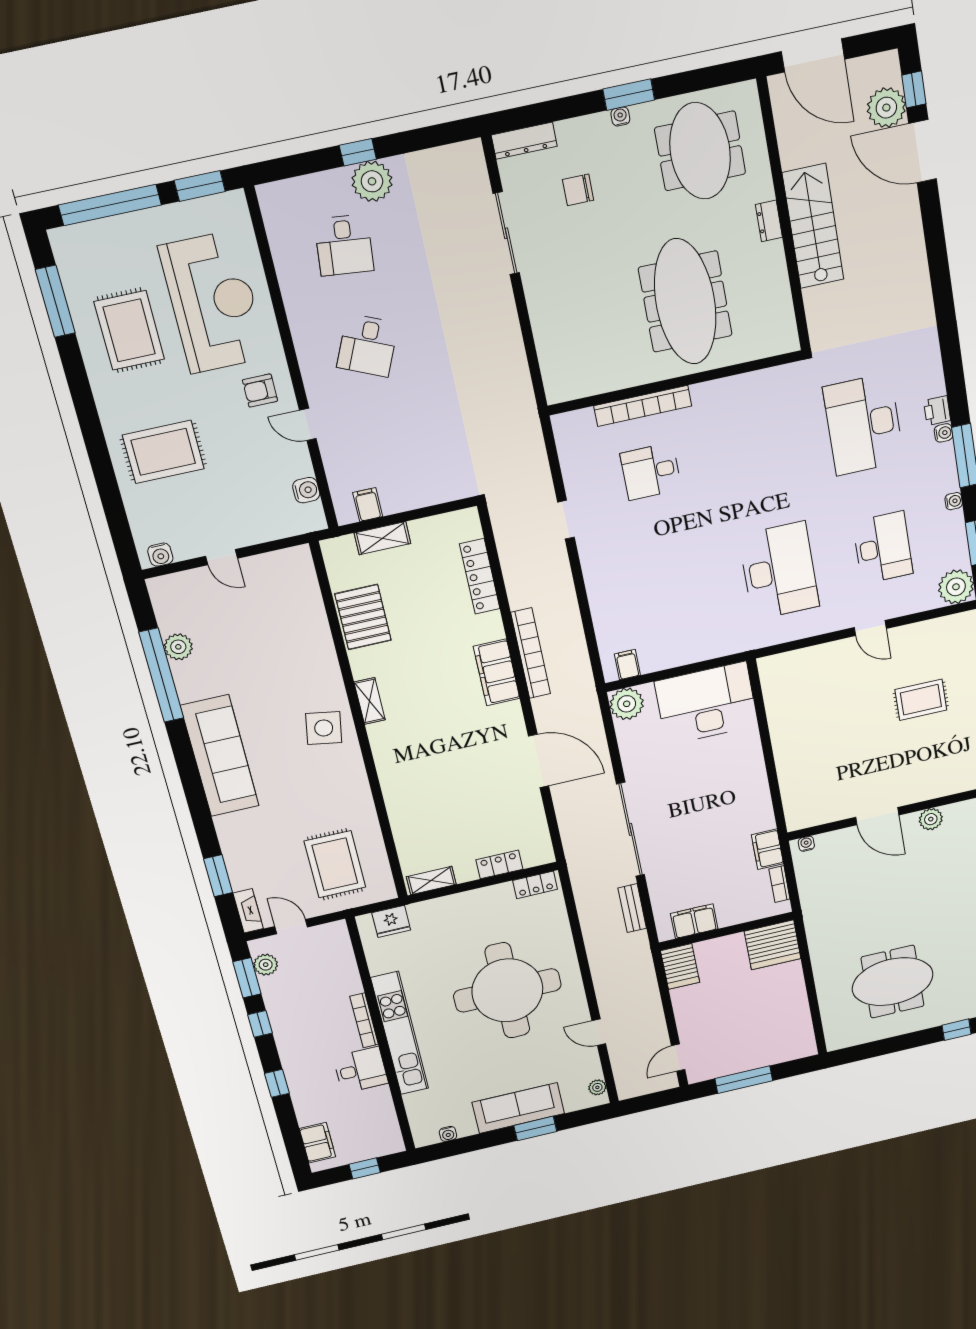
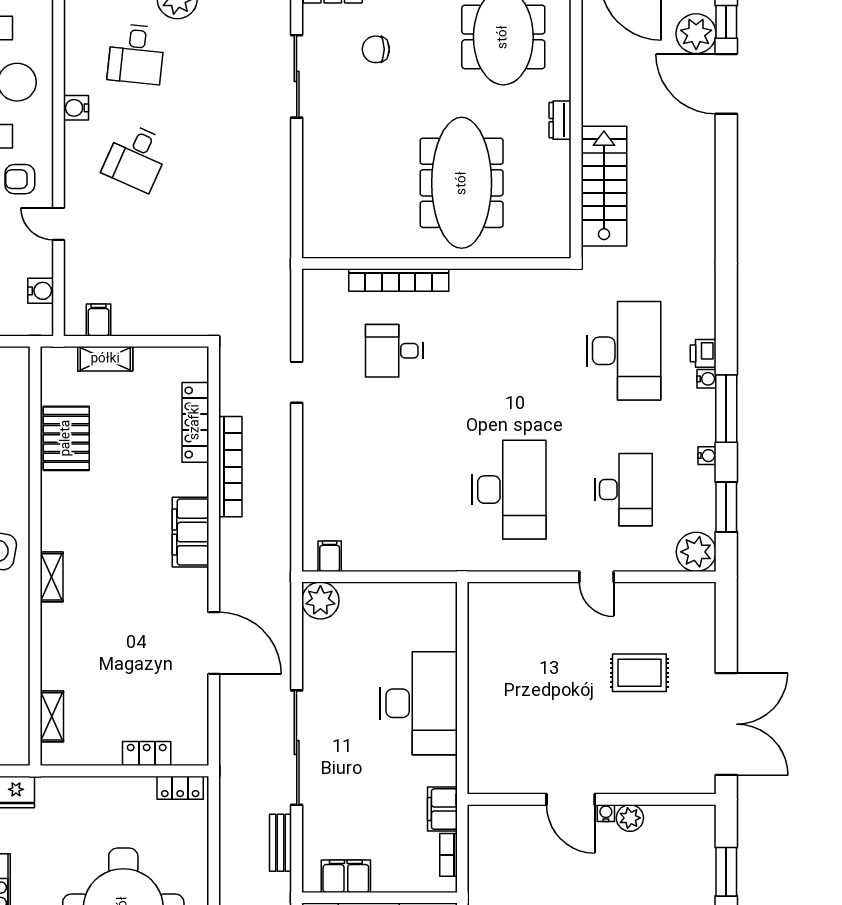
stairs: (813, 226) -> (604, 186), moved
water cooler: (298, 310) -> (76, 108), added
desk: (864, 424) -> (624, 351), turned 180
bookcase: (531, 653) -> (230, 467), moved
shelving: (370, 701) -> (52, 577), moved
desk: (706, 703) -> (418, 703), moved, turned 90
water cooler: (806, 844) -> (606, 813), moved
shelving: (431, 881) -> (52, 716), moved, turned 90

